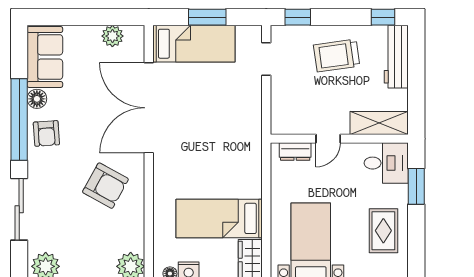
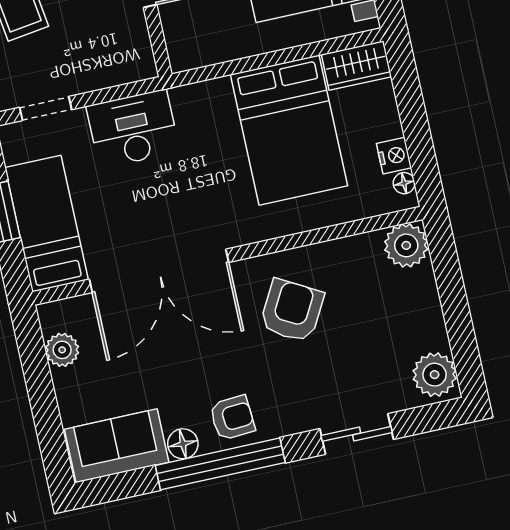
desk: (241, 111) -> (133, 129), added
dresser: (295, 152) -> (177, 34), removed
sliding door: (19, 209) -> (357, 434), width x0.73
bed: (219, 218) -> (289, 130), width x1.50

